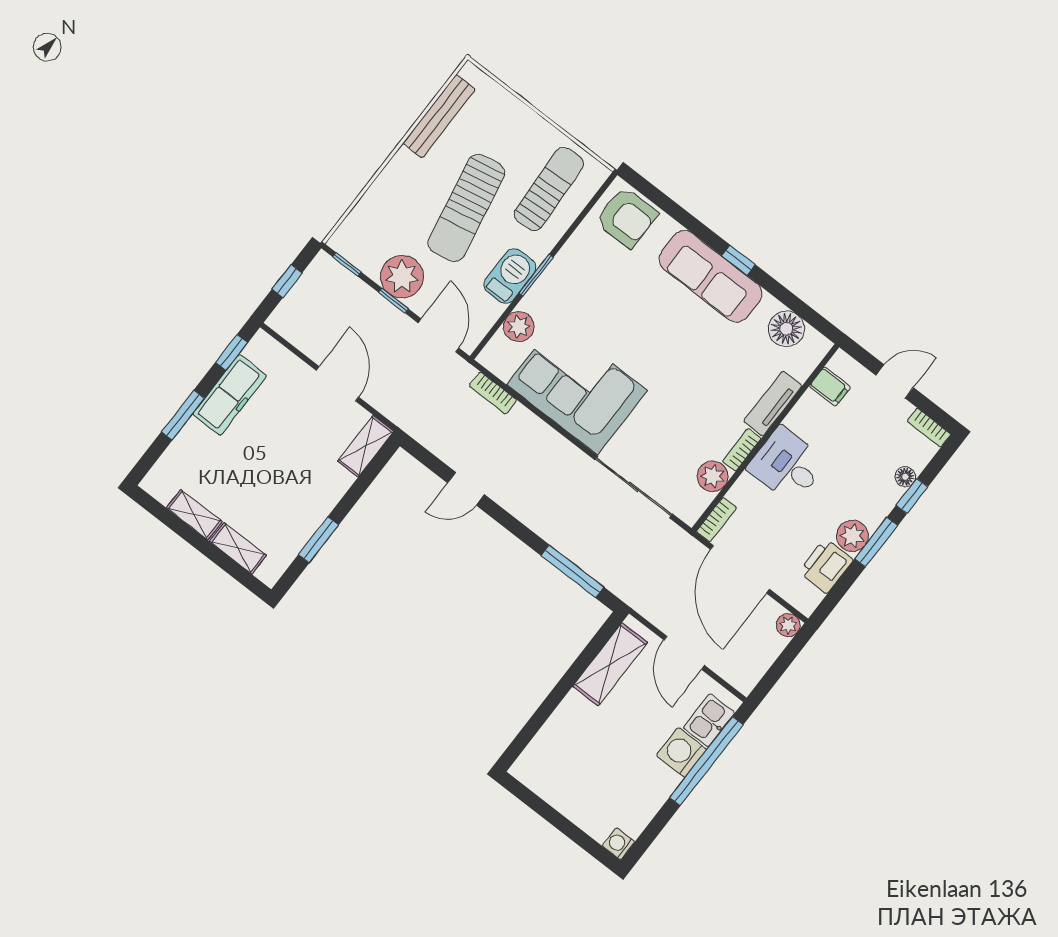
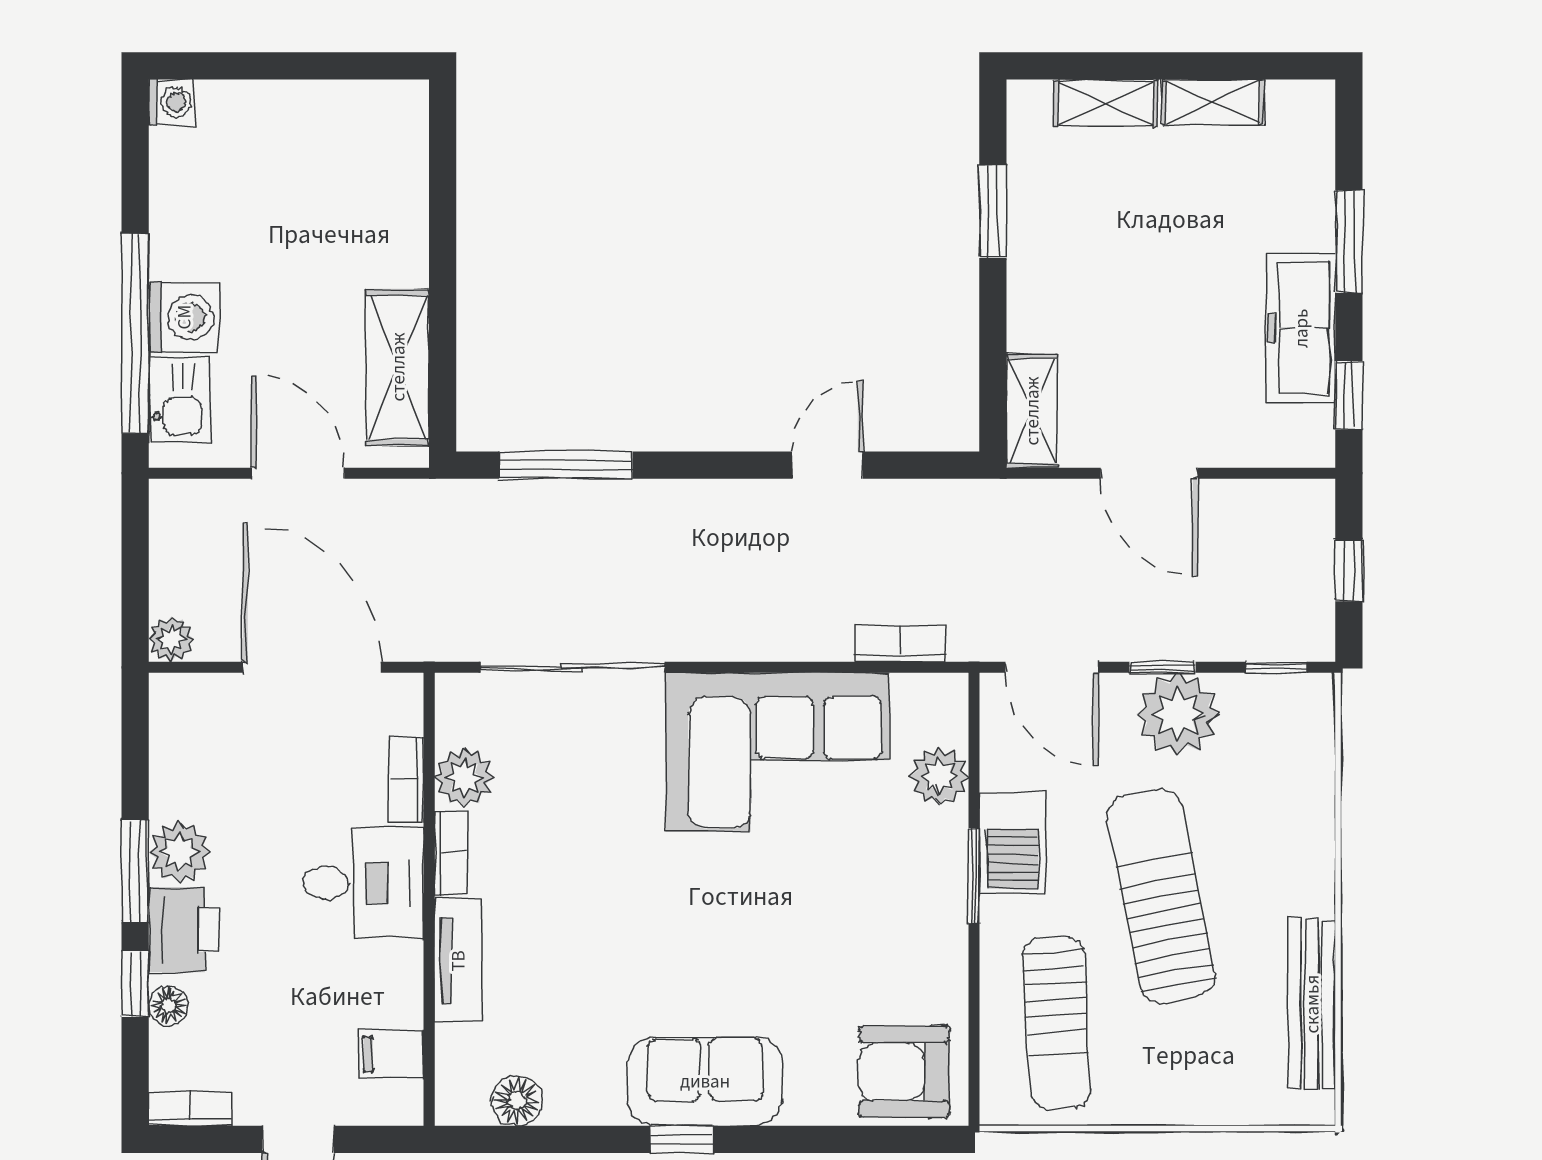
sofa: (711, 276) -> (705, 1081), width x0.73
floor lamp: (786, 329) -> (517, 1101), width x0.73, depth x0.73
bookcase: (716, 520) -> (407, 780), moved
printer: (826, 566) -> (184, 930), moved

